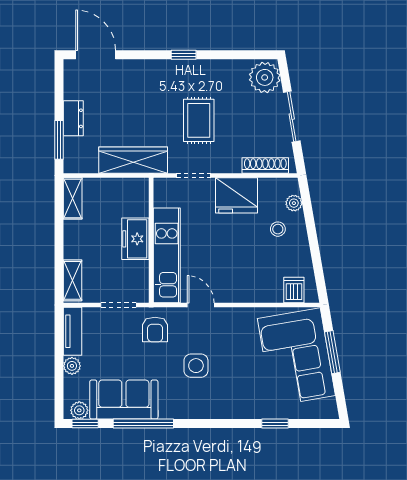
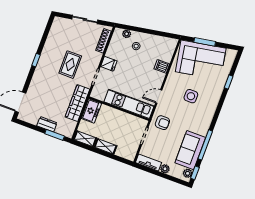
plant: (265, 77) -> (61, 25), removed
rug: (199, 120) -> (70, 65), turned 90
fridge: (236, 195) -> (109, 64), width x0.53, depth x0.75
freezer: (135, 239) -> (91, 111), moved, turned -90
shelving: (72, 280) -> (106, 146), moved
dishwasher: (294, 290) -> (162, 66), moved
side table: (196, 366) -> (191, 96), moved

